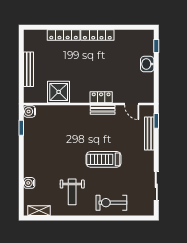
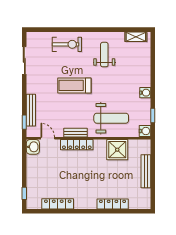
locker: (97, 35) -> (58, 204), moved
washbasin: (147, 64) -> (33, 147), moved
locker: (101, 97) -> (77, 145), width x1.53
weight bench: (65, 125) -> (111, 118), added
treadmill: (104, 159) -> (74, 85), turned 180
water cooler: (29, 183) -> (145, 93), moved

